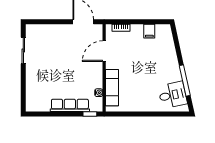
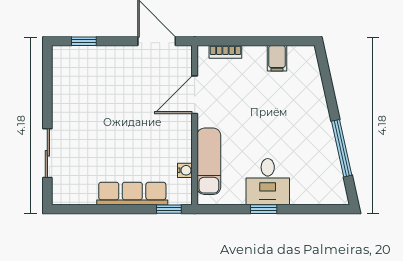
window: (43, 22) -> (84, 41), added
sliding door: (23, 51) -> (47, 153), moved
desk: (173, 95) -> (268, 182), moved, turned 102
window: (142, 114) -> (264, 209), added

